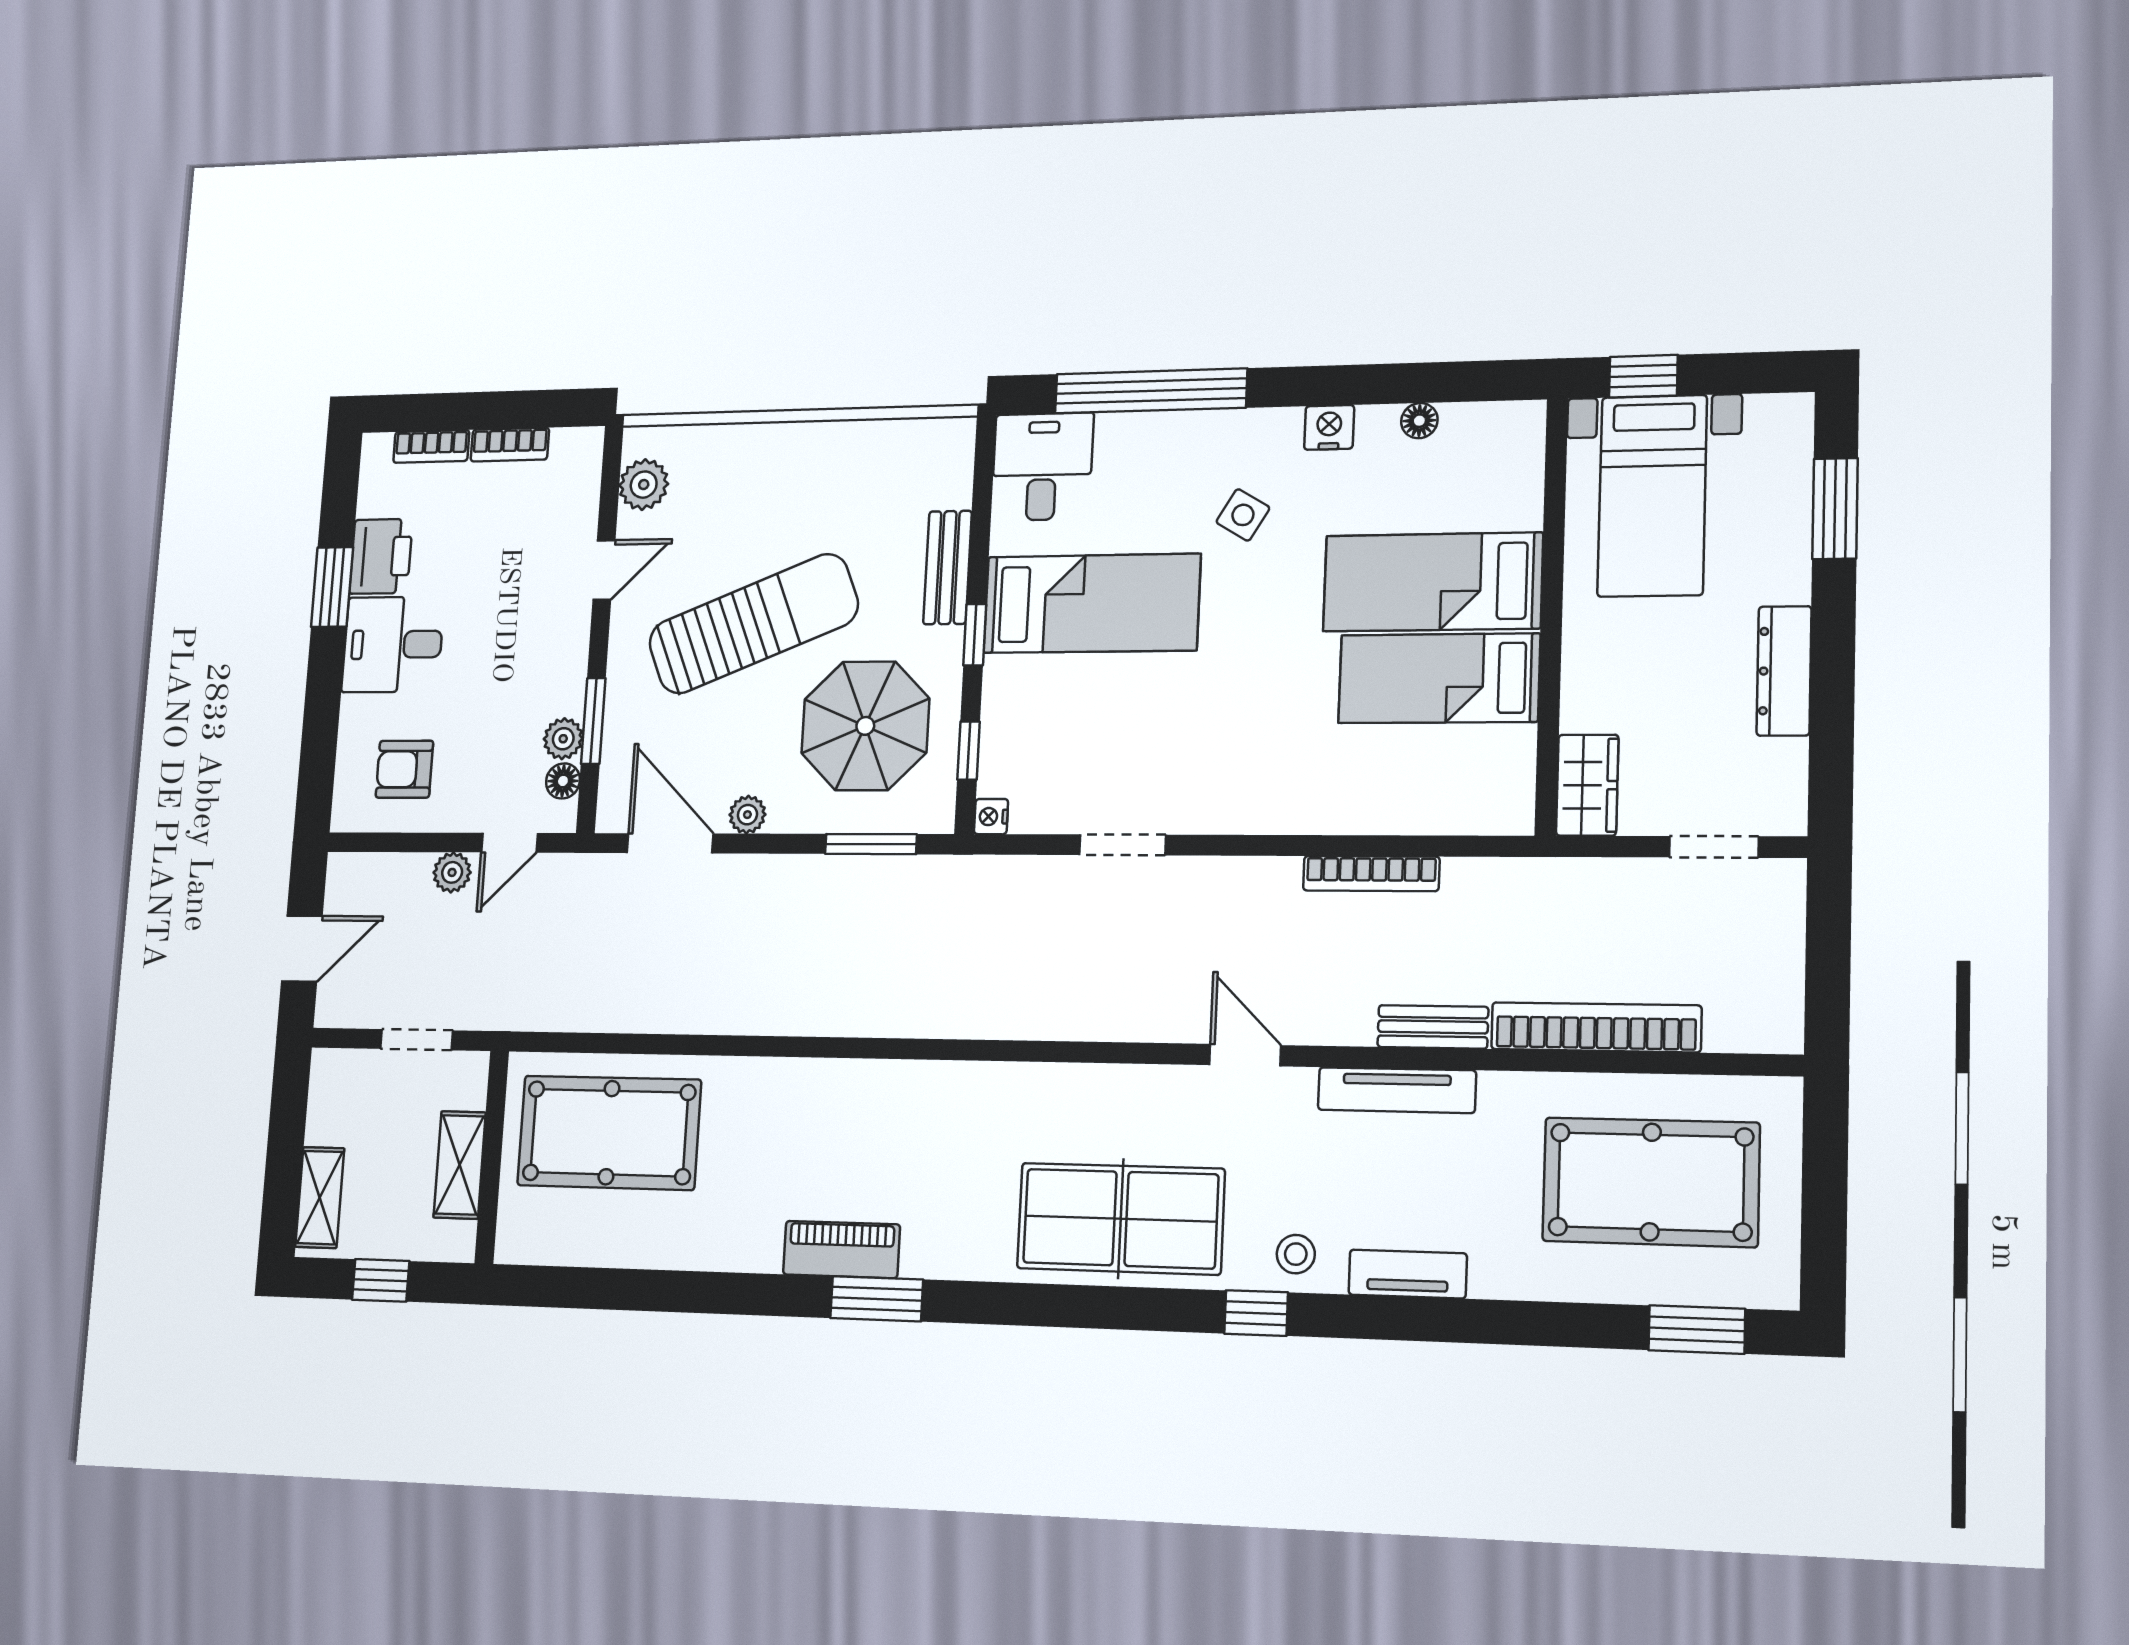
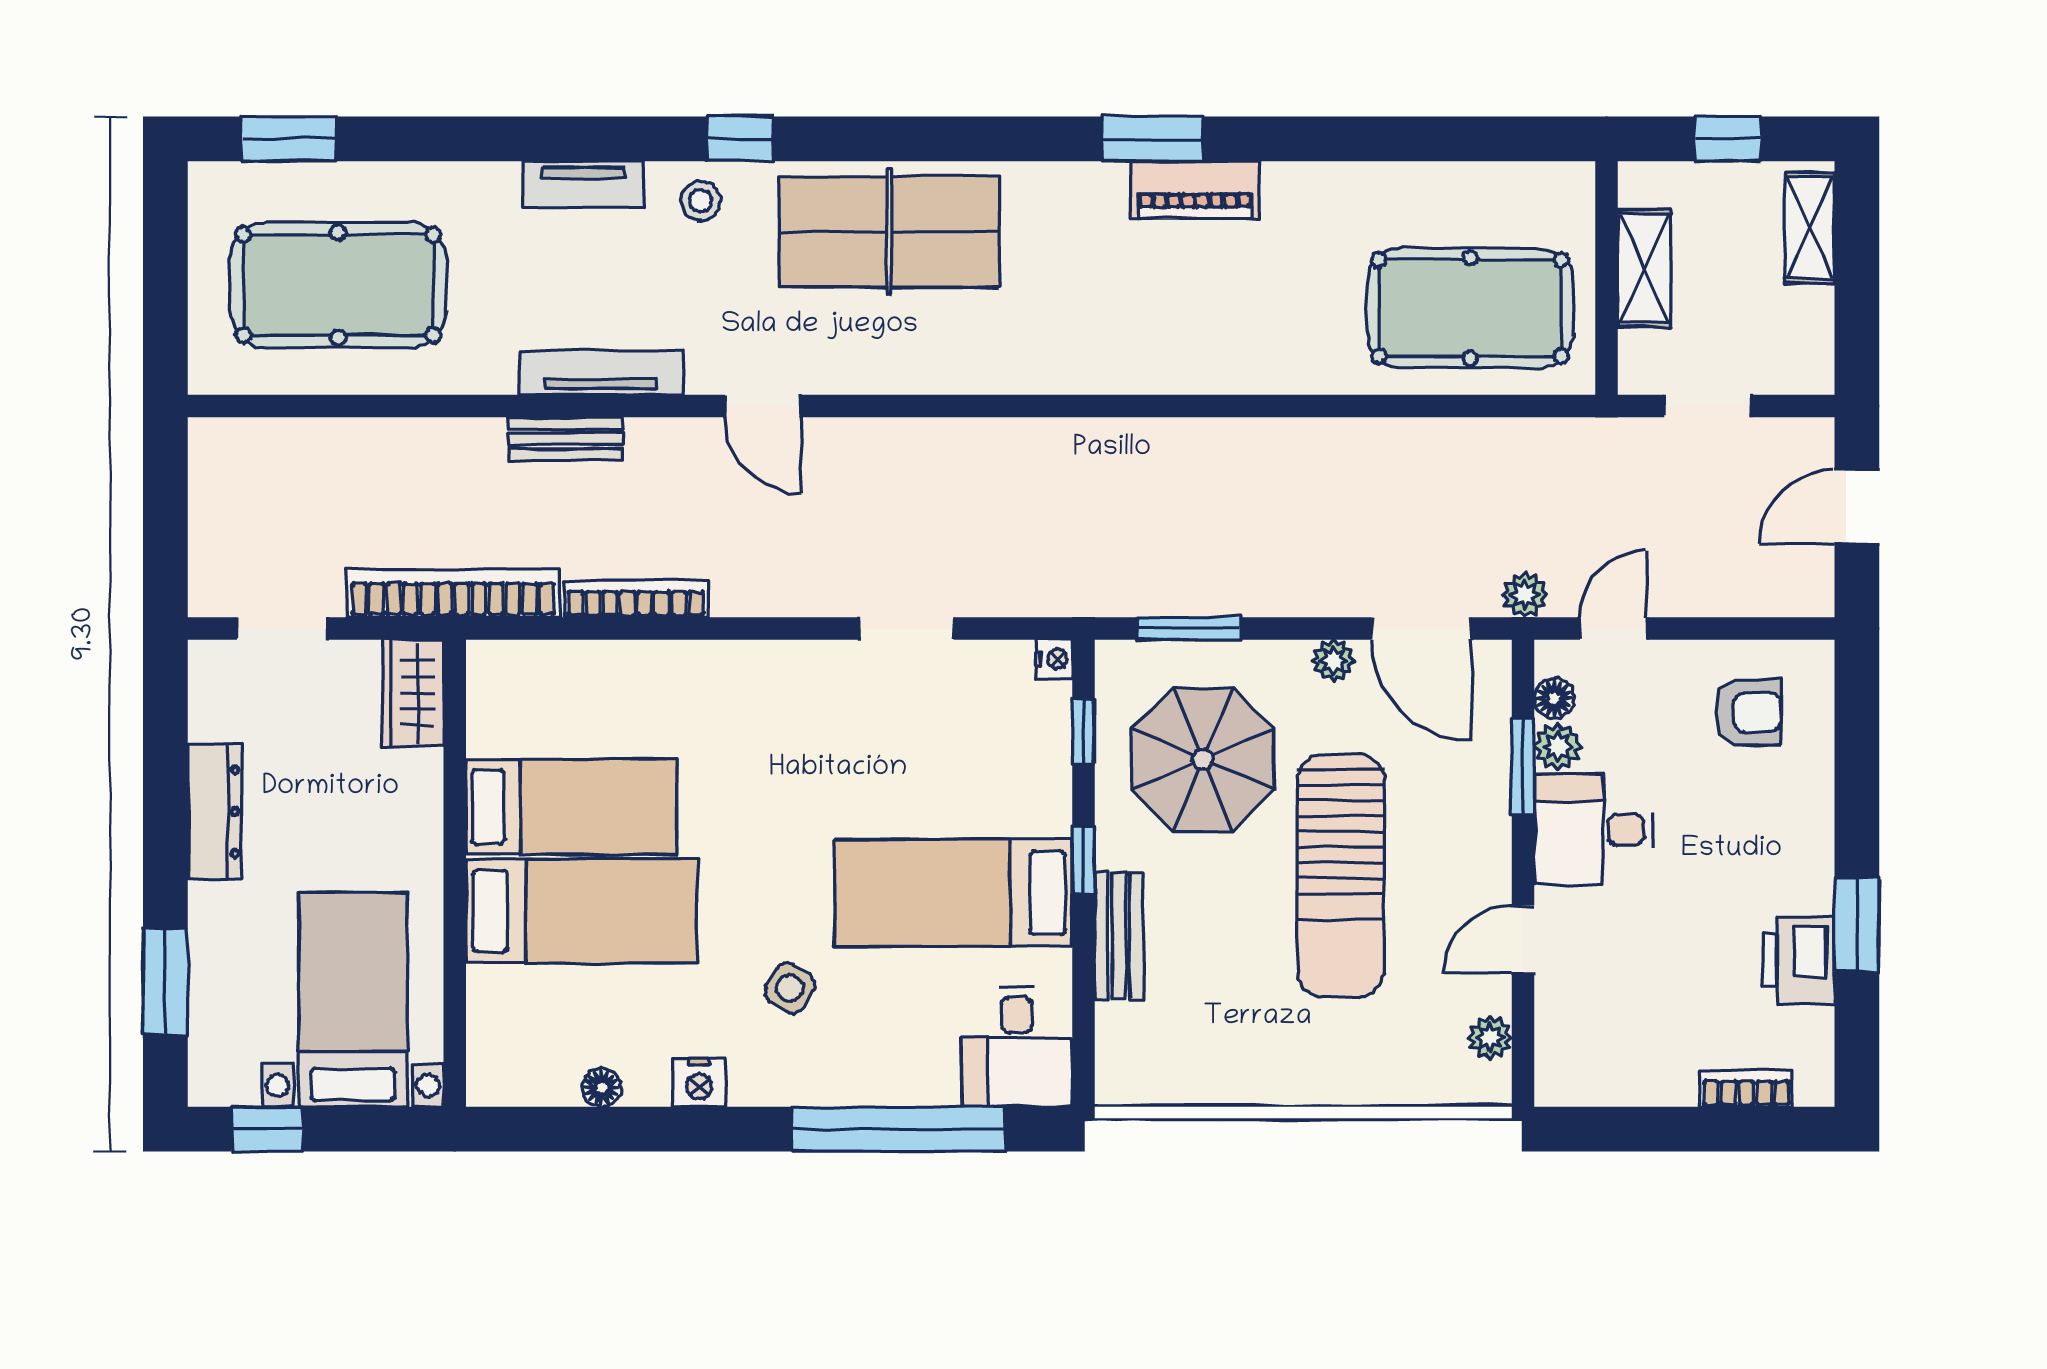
window: (1643, 376) -> (267, 1129), moved
bookcase: (510, 445) -> (1649, 1088), removed
plant: (644, 485) -> (1490, 1038), width x0.73, depth x0.73
sun lounger: (753, 624) -> (1341, 875), turned -68
desk: (393, 644) -> (1594, 830), moved, turned 180
plant: (452, 872) -> (1525, 595), moved
bookcase: (1596, 1027) -> (453, 593), moved, turned 180

